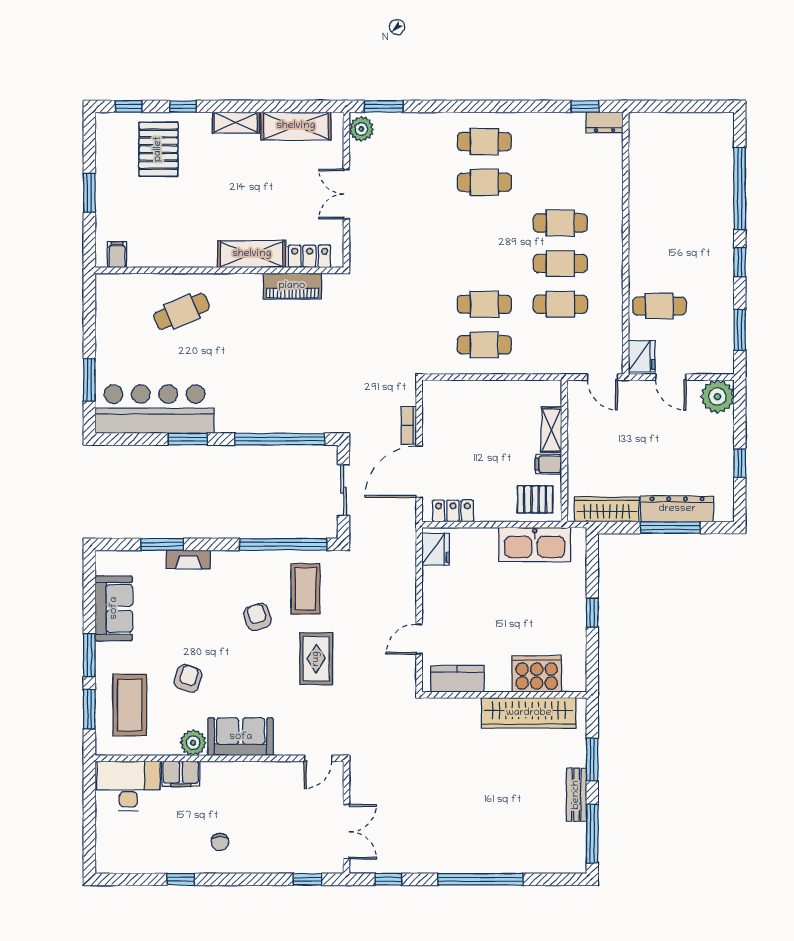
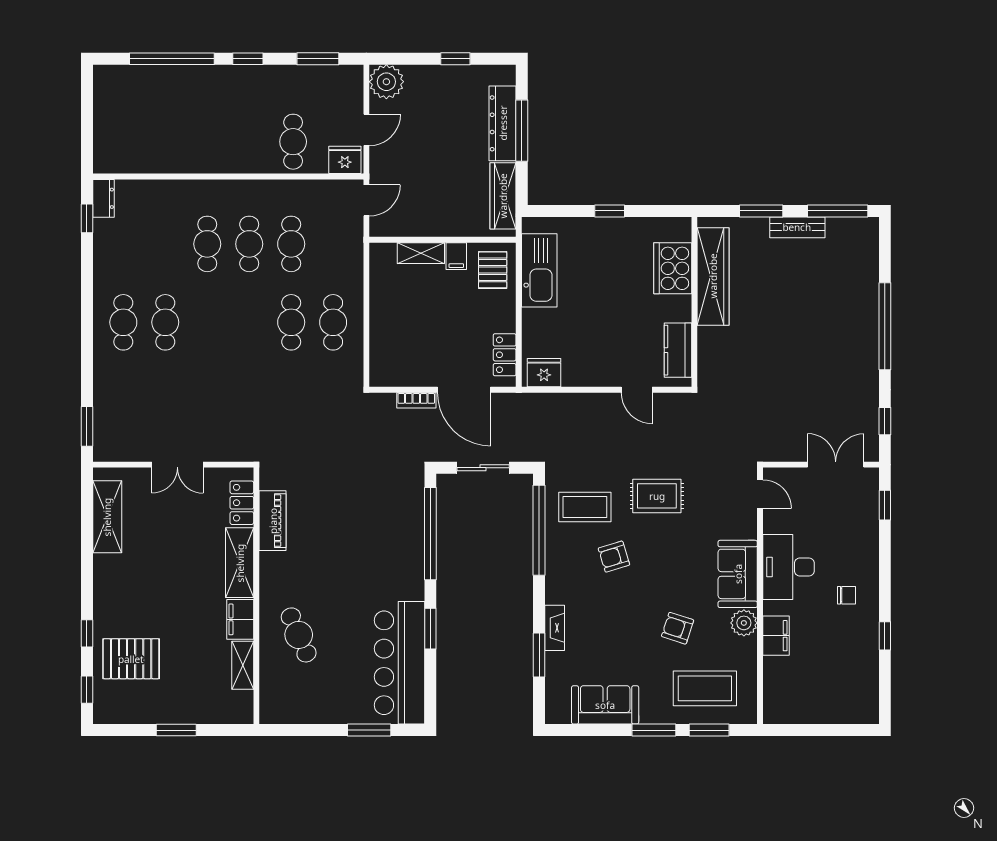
shelving: (236, 123) -> (243, 665), moved
plant: (361, 129) -> (110, 449), removed
filing cabinet: (117, 255) -> (240, 619), moved, width x2.00
desk: (128, 786) -> (788, 567), moved

